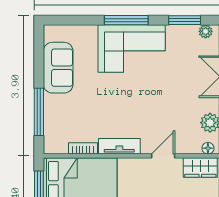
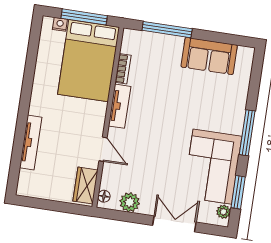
corner sofa: (132, 49) -> (212, 167), moved

